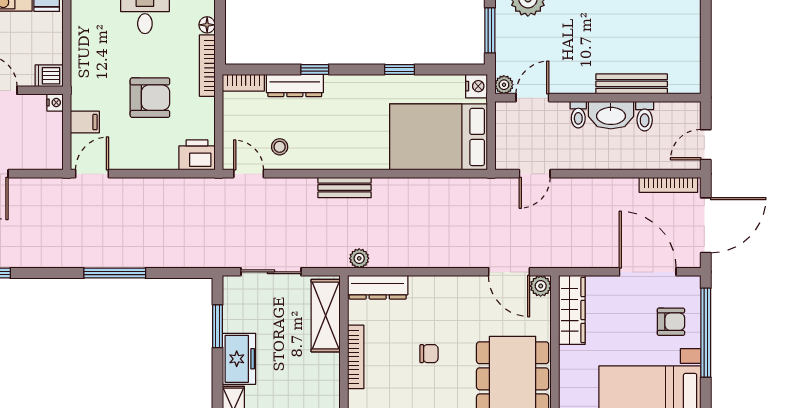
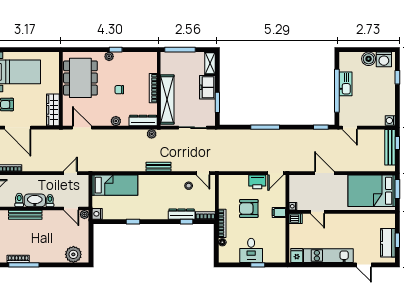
window: (490, 30) -> (91, 240), removed
window: (315, 69) -> (187, 222), moved
door: (532, 98) -> (71, 208), hinge flipped
filing cabinet: (85, 122) -> (279, 213), moved
bed: (438, 137) -> (115, 185), width x0.67
printer: (197, 155) -> (257, 182), moved
plant: (541, 286) -> (116, 121), moved
shelving: (326, 316) -> (167, 99), width x1.47

